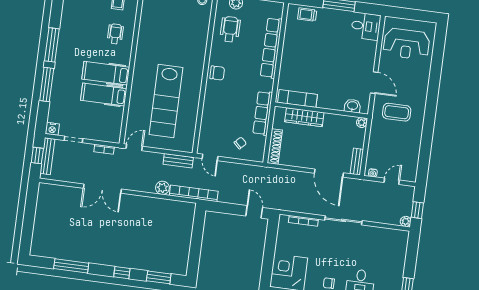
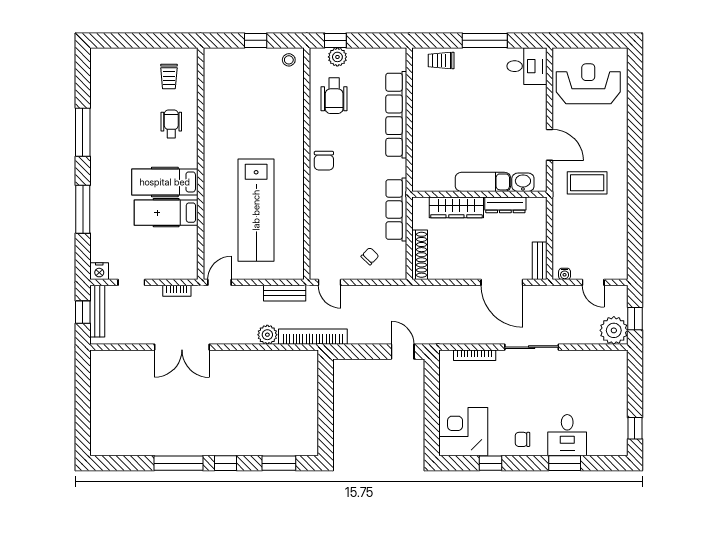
wheelchair: (230, 29) -> (334, 96), turned 180
reception desk: (406, 44) -> (588, 84), turned 180
window: (52, 45) -> (83, 132), moved
chair: (217, 73) -> (324, 161), turned 90
exam couch: (297, 98) -> (483, 182), moved
dresser: (338, 120) -> (505, 205), added
plant: (362, 123) -> (539, 204), removed
door: (392, 181) -> (593, 282), swing flipped
plant: (406, 221) -> (614, 330), width x1.87, depth x1.87
window: (71, 266) -> (178, 463), moved

